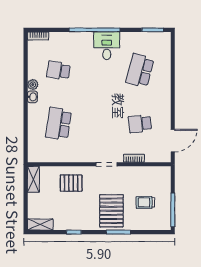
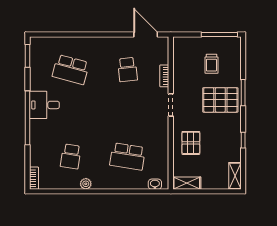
washbasin: (32, 97) -> (155, 184), moved

